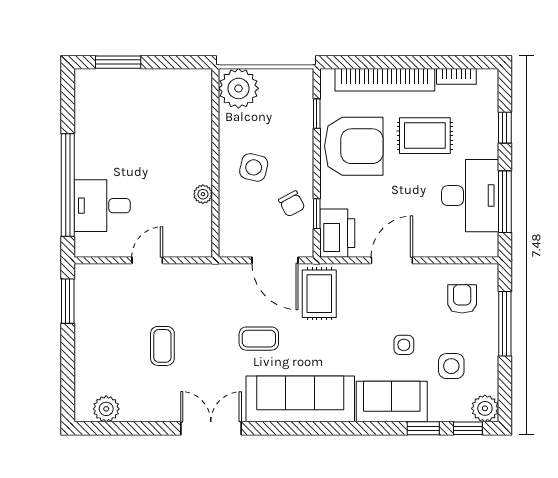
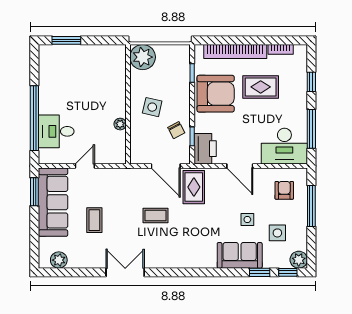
desk: (470, 196) -> (284, 146), moved, turned 90
door: (392, 260) -> (240, 166), swing flipped
sofa: (300, 399) -> (53, 202), moved, turned 90

